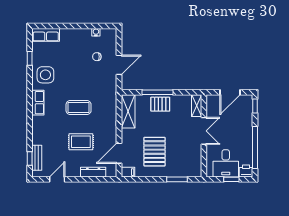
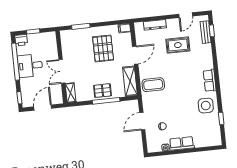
row of seats: (46, 35) -> (182, 143), moved
coffee table: (79, 108) -> (153, 85), moved
rug: (81, 142) -> (178, 45), moved
door: (119, 153) -> (135, 55), moved
desk: (226, 163) -> (30, 66), moved, turned -90

